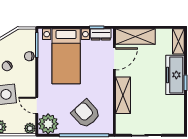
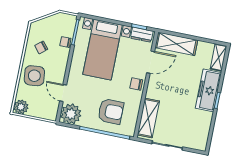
chair: (105, 83) -> (136, 84), added
shelving: (123, 95) -> (148, 118), moved
armchair: (86, 114) -> (111, 111), turned 132
plant: (30, 128) -> (52, 115), removed

